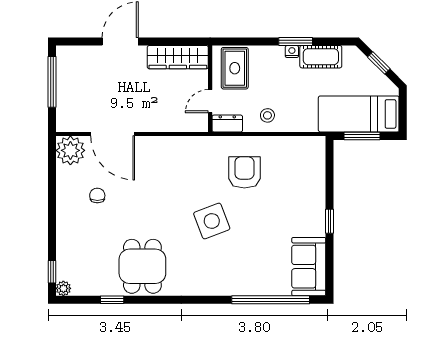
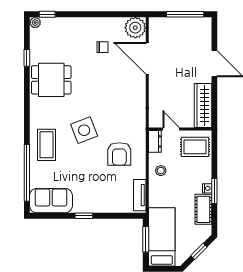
door: (113, 134) -> (147, 58), hinge flipped
tv unit: (301, 144) -> (140, 195), added
armchair: (244, 172) -> (119, 154), turned 90
coffee table: (232, 273) -> (47, 145), added

